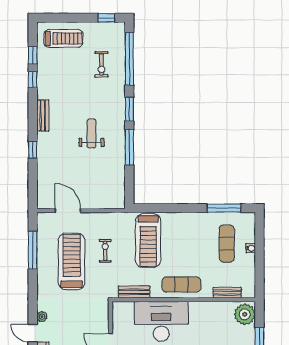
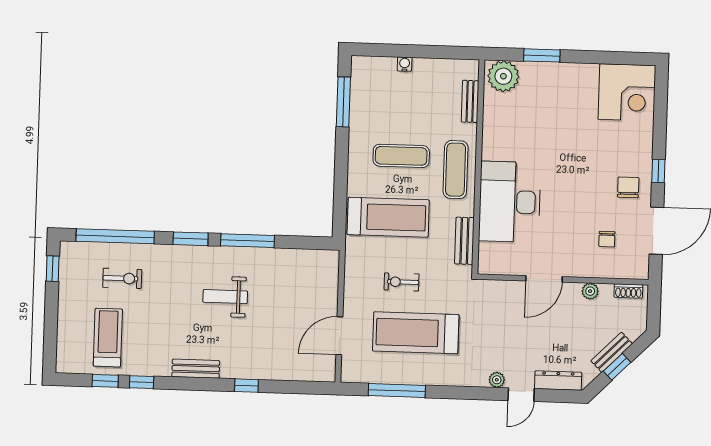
treadmill: (63, 38) -> (108, 338), moved
exercise mat: (227, 244) -> (401, 156), moved

